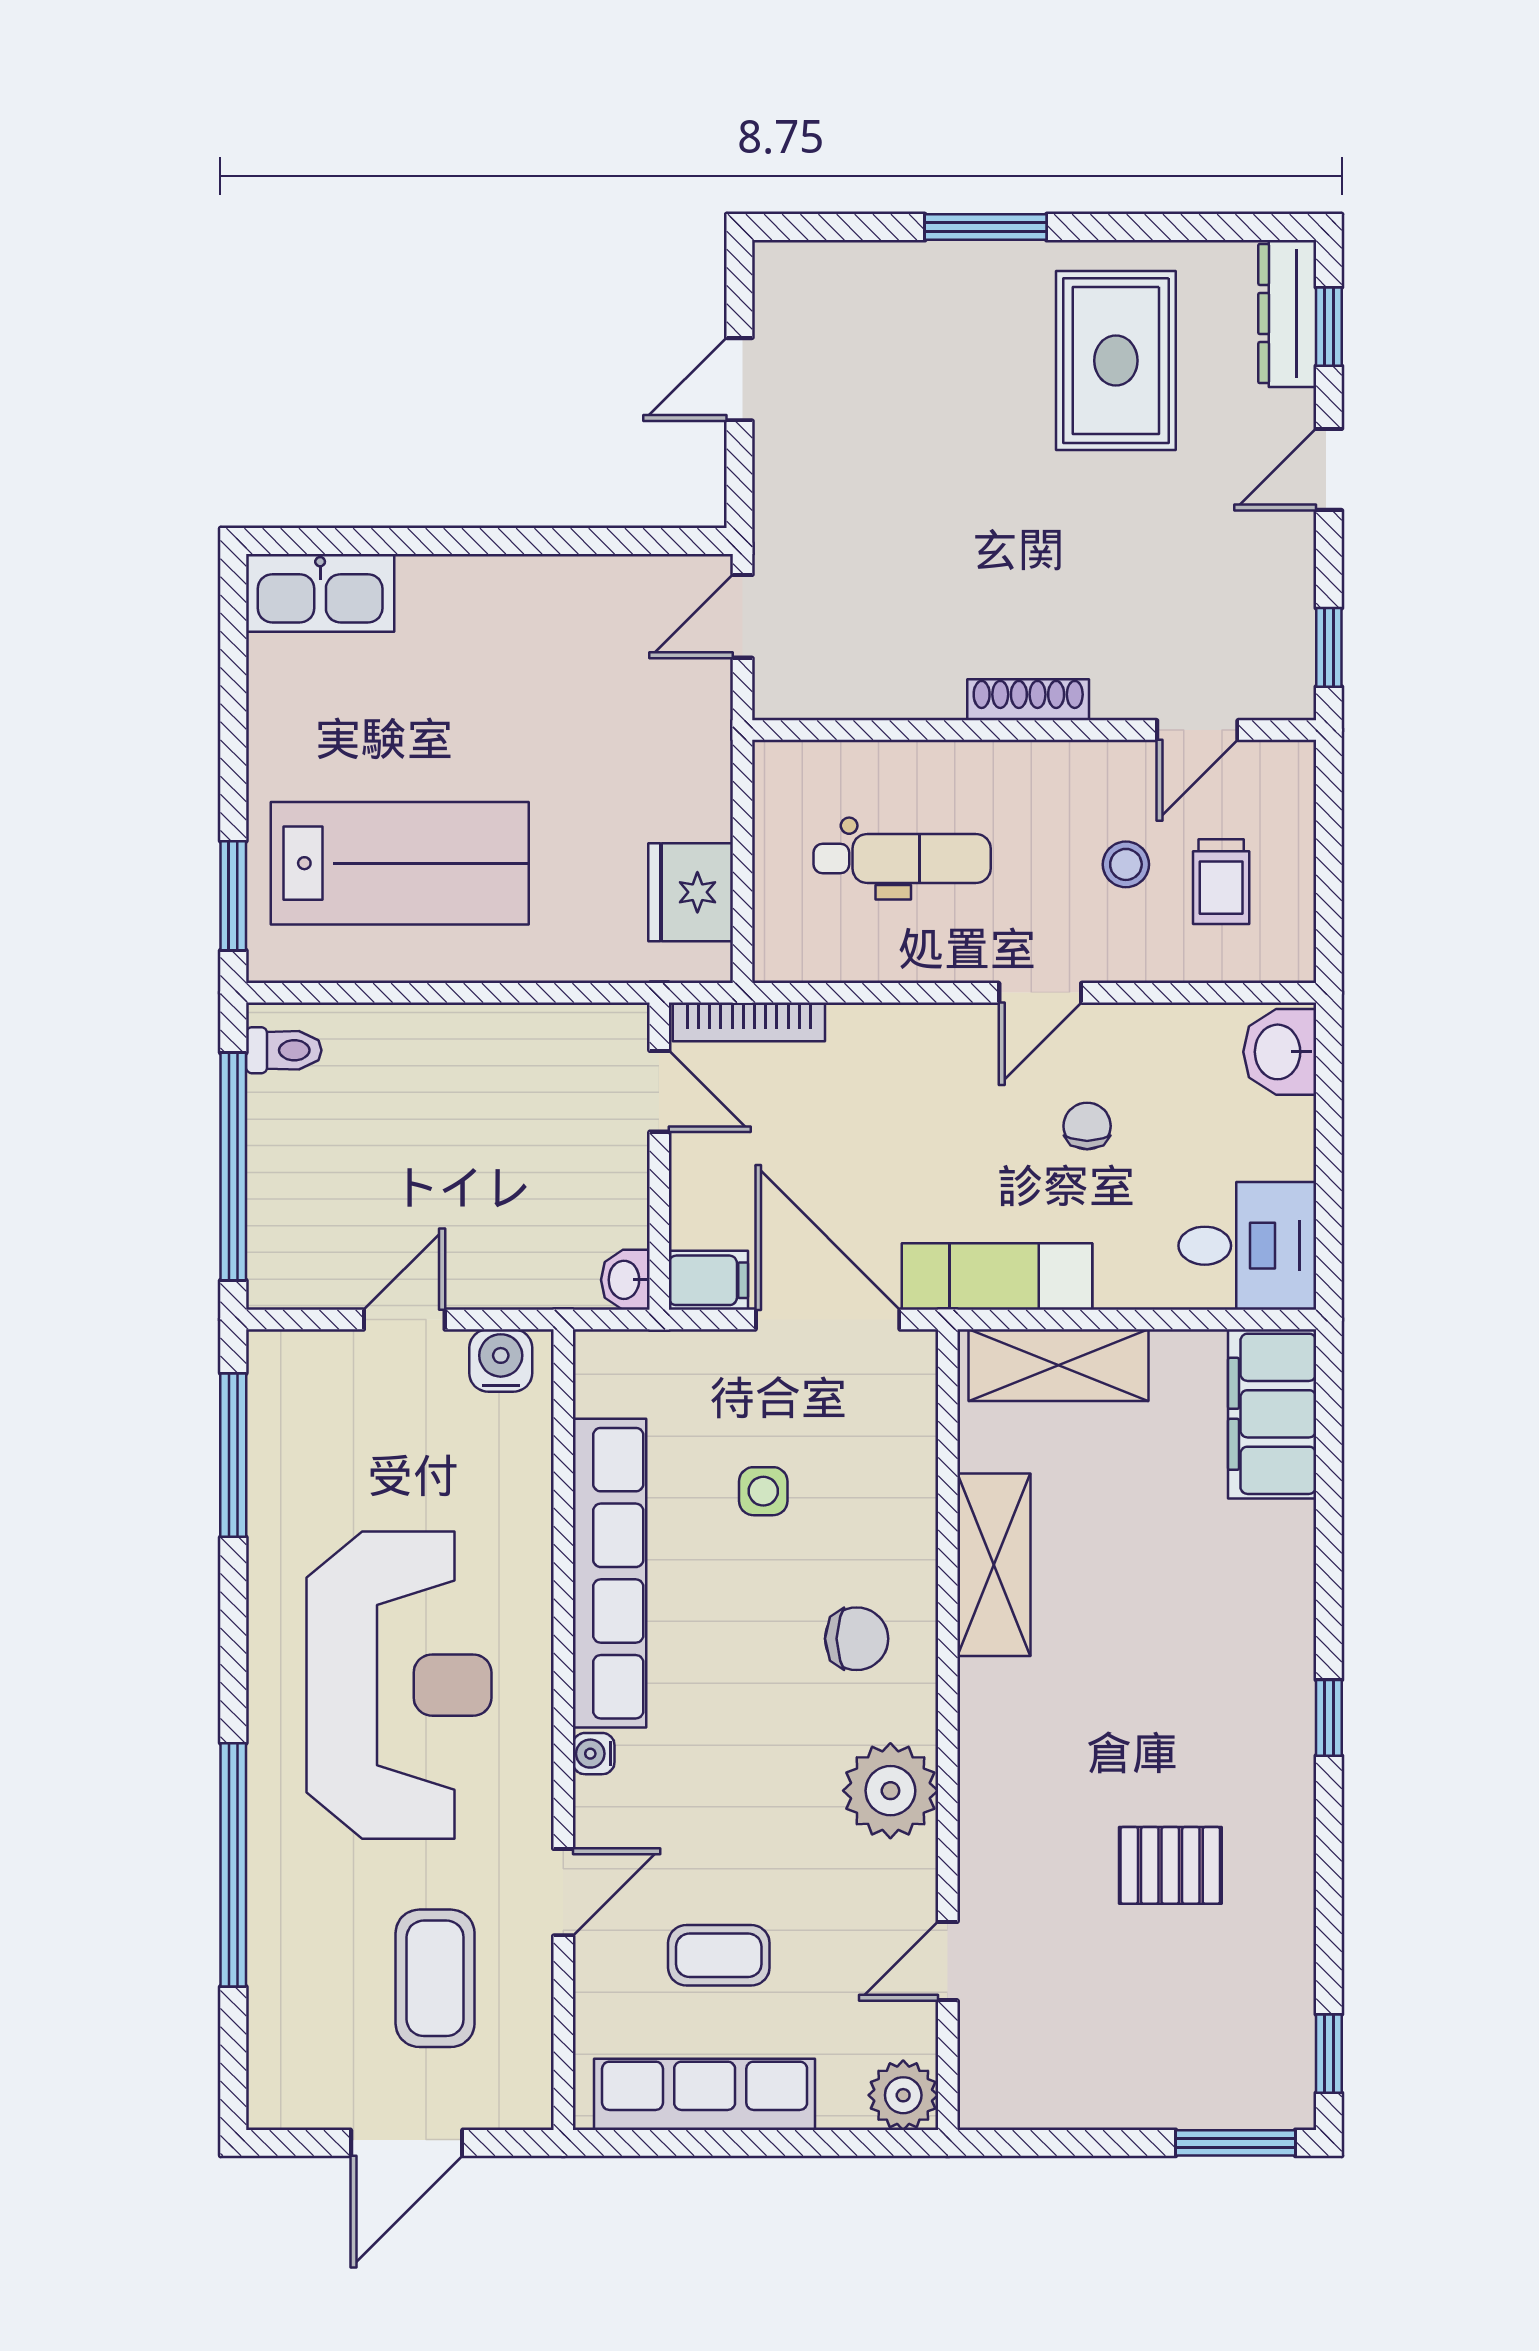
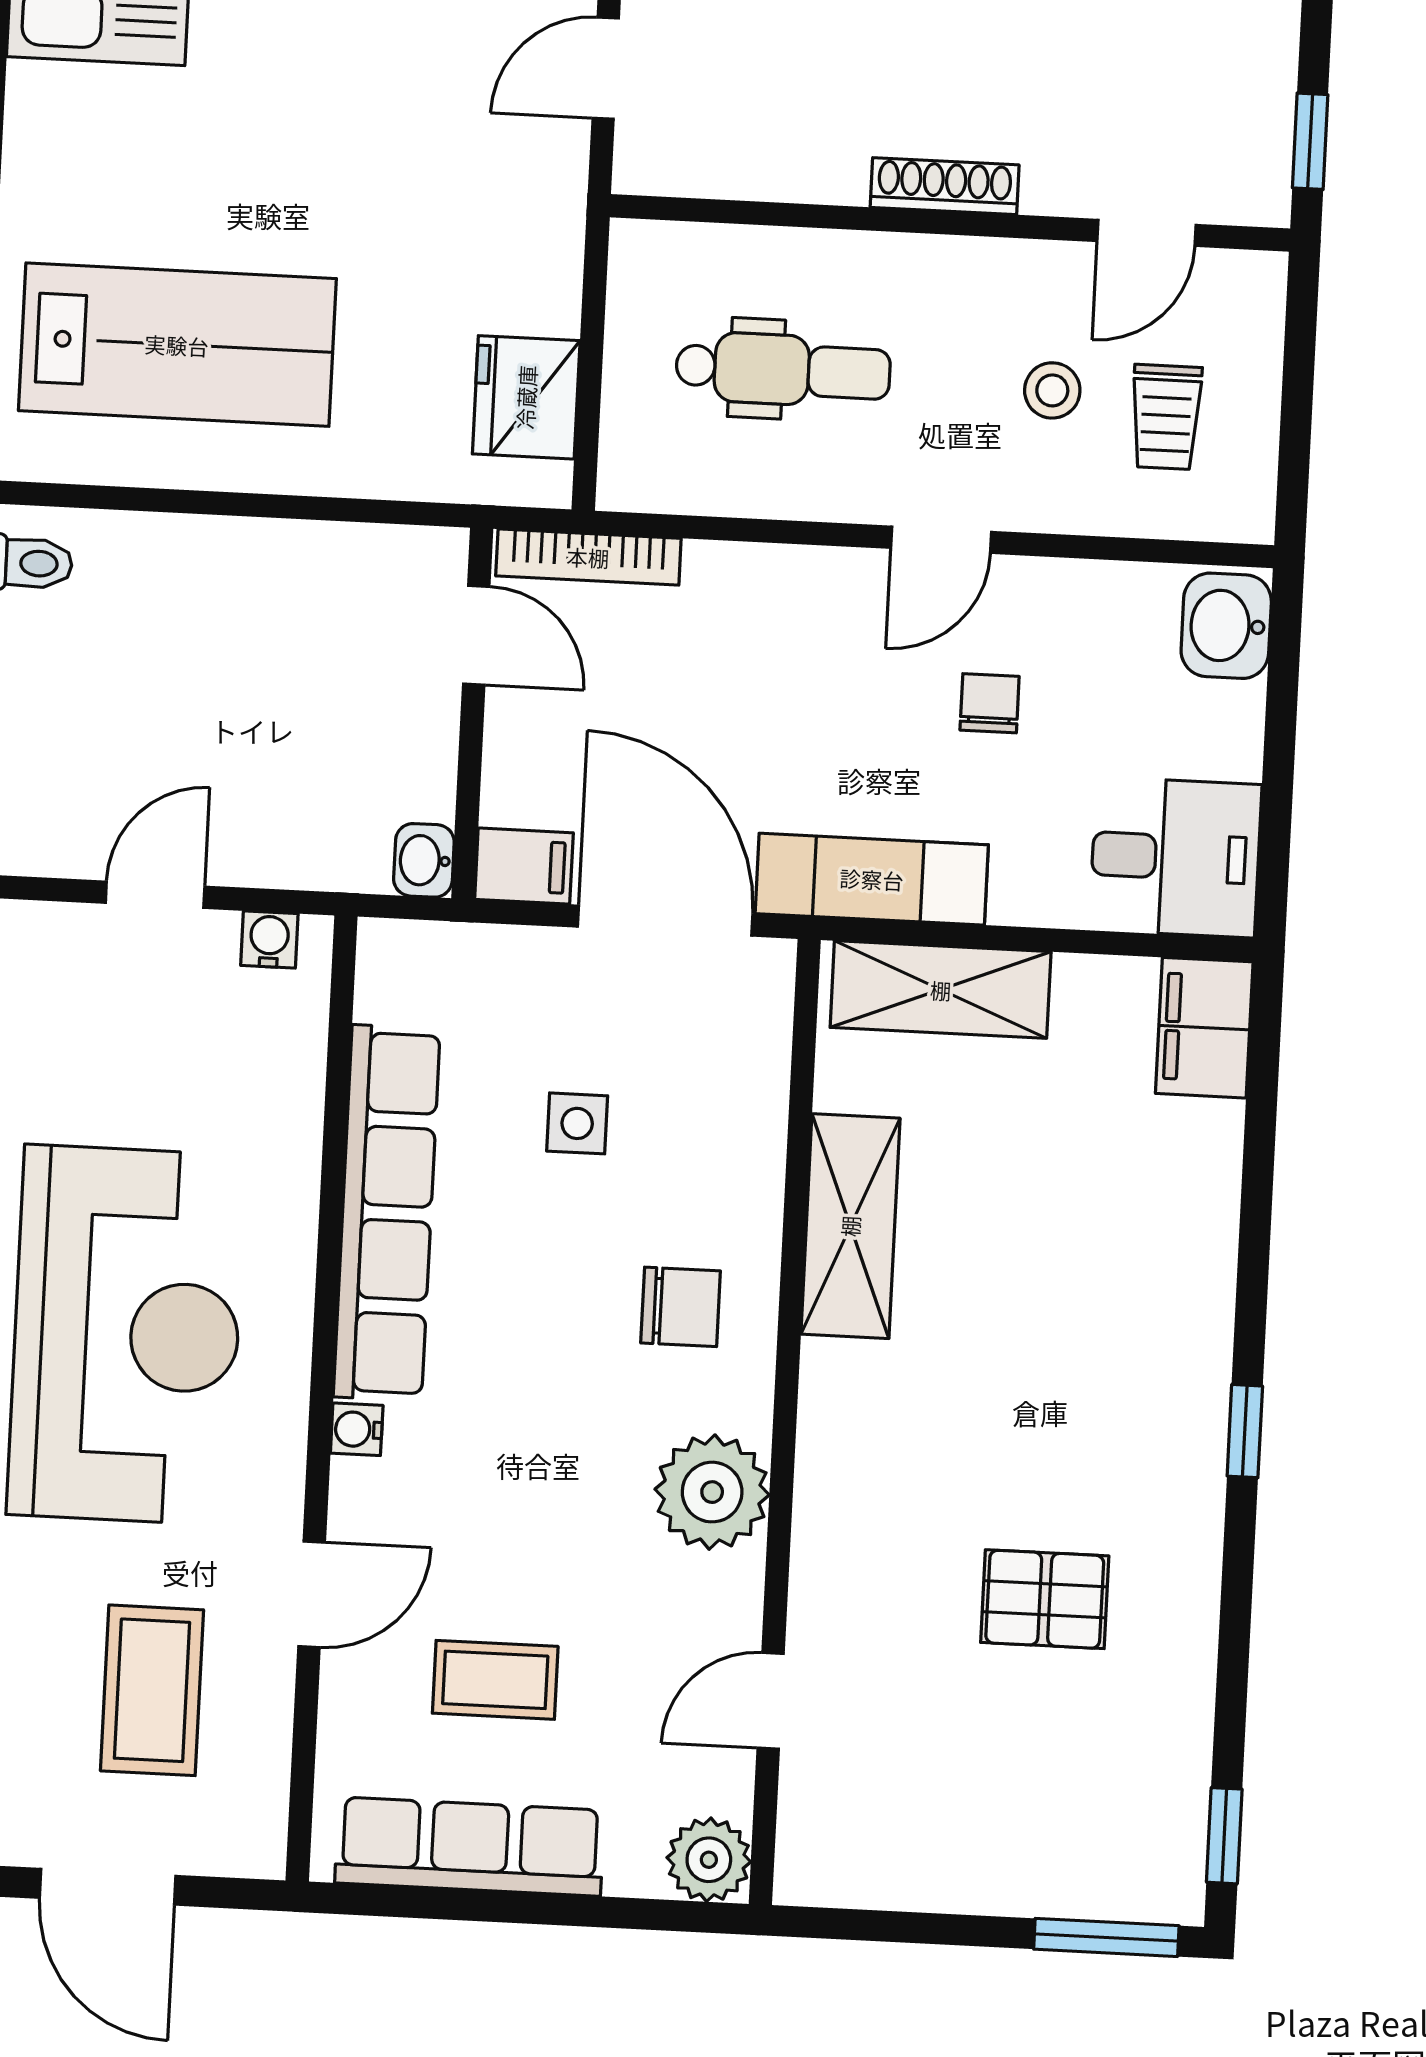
water cooler: (501, 1360) -> (269, 939), width x0.72, depth x0.72
filing cabinet: (1272, 1414) -> (1204, 1028), width x0.67, depth x0.86
door: (407, 2143) -> (108, 1887), hinge flipped

